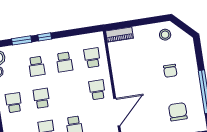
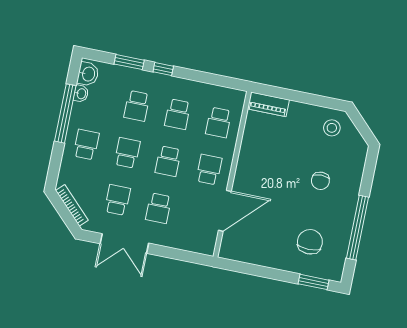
school desk: (92, 58) -> (219, 122), turned 180
school desk: (69, 94) -> (168, 161), added

